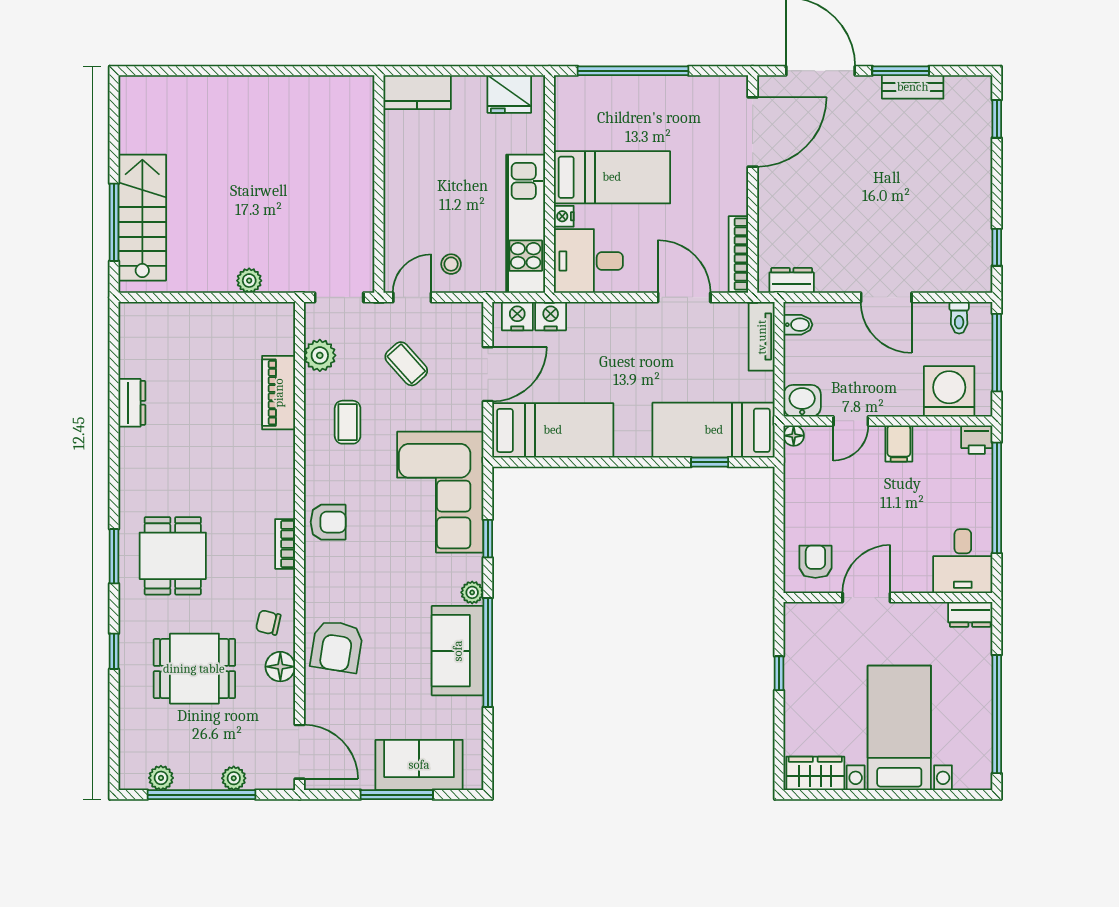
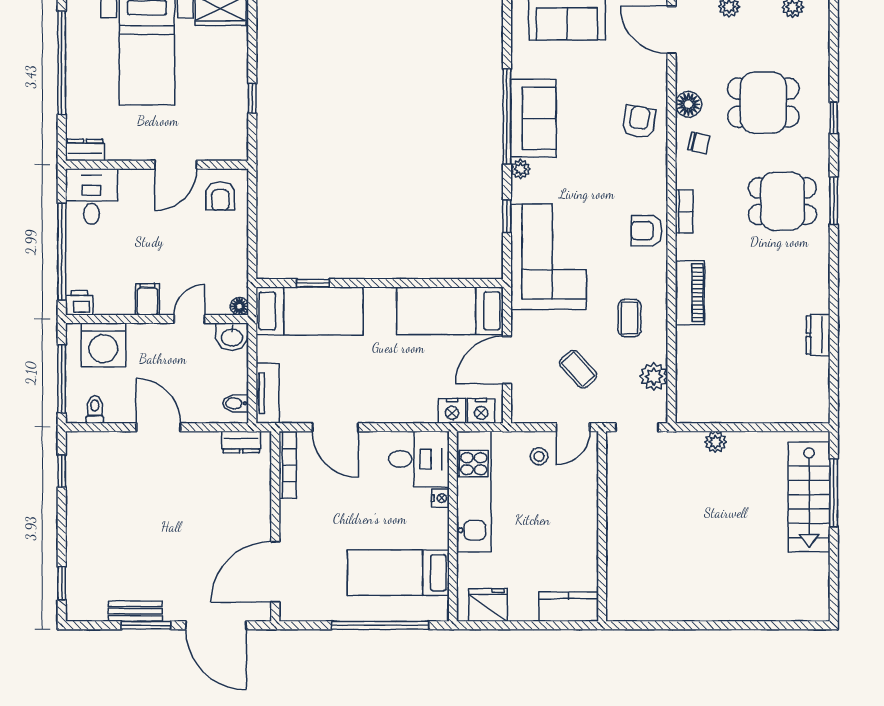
bed: (612, 177) -> (398, 573), moved
piano: (279, 393) -> (690, 293), moved
dining table: (173, 556) -> (782, 201), turned 90
armchair: (337, 646) -> (639, 122), width x0.72, depth x0.72

